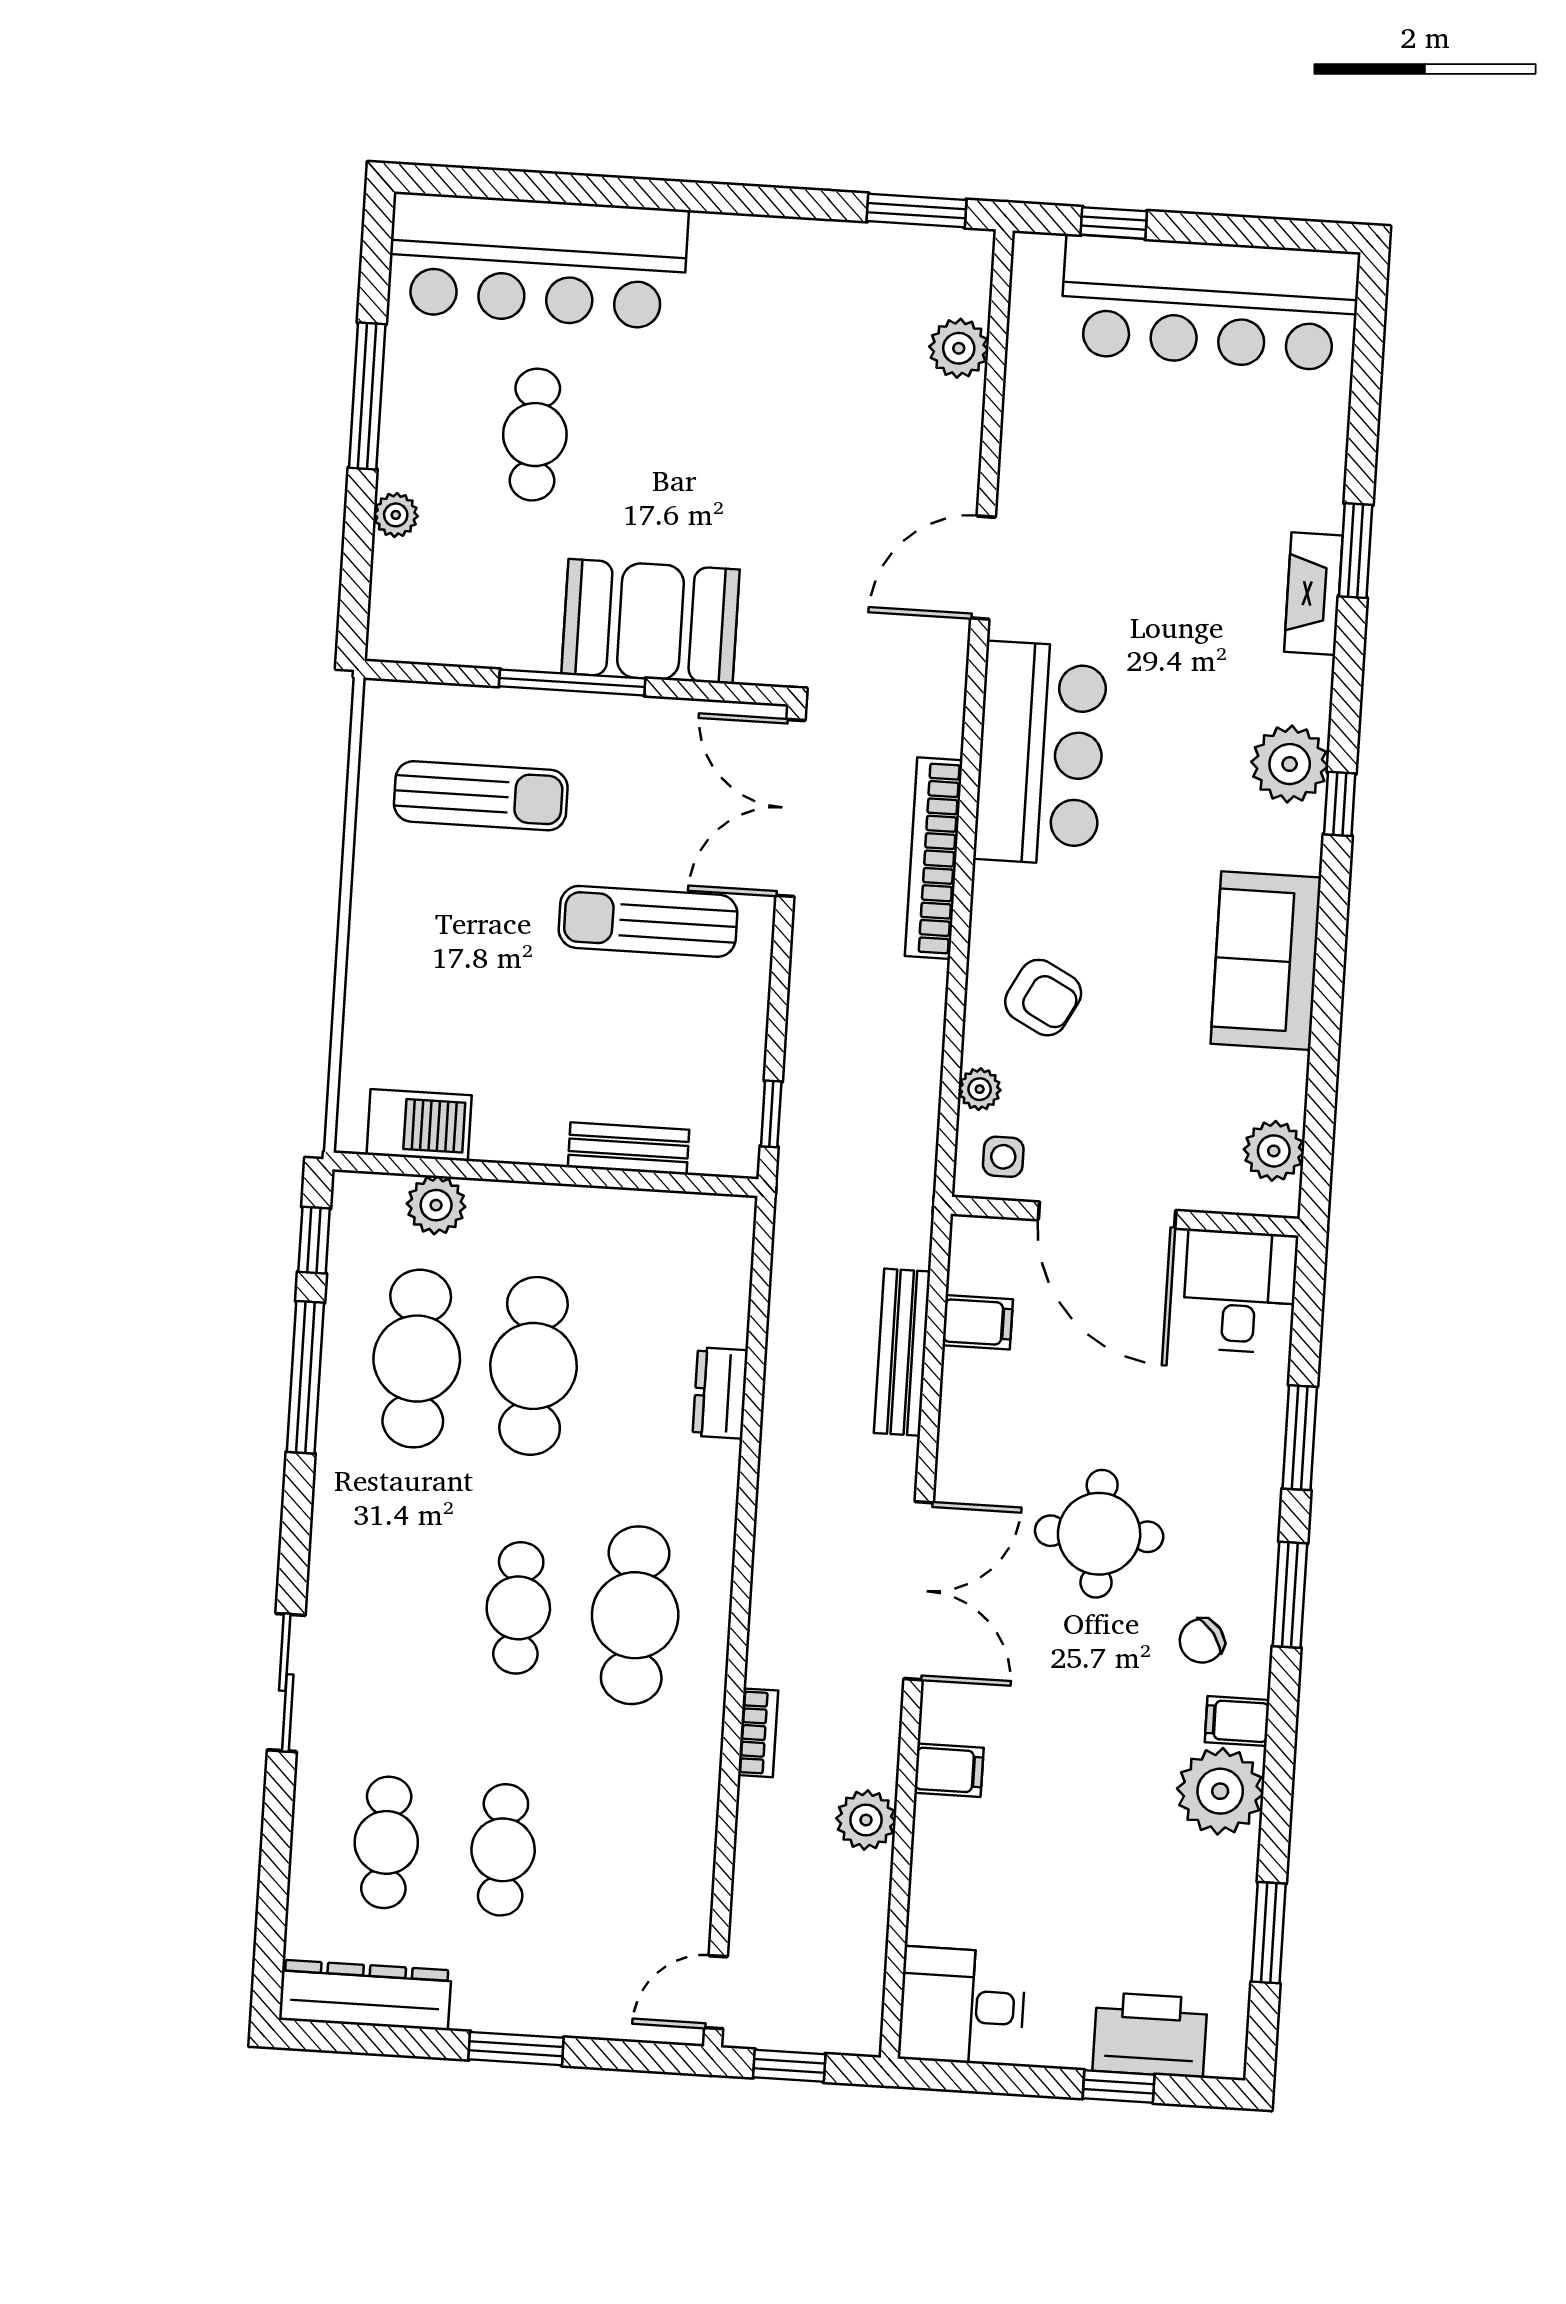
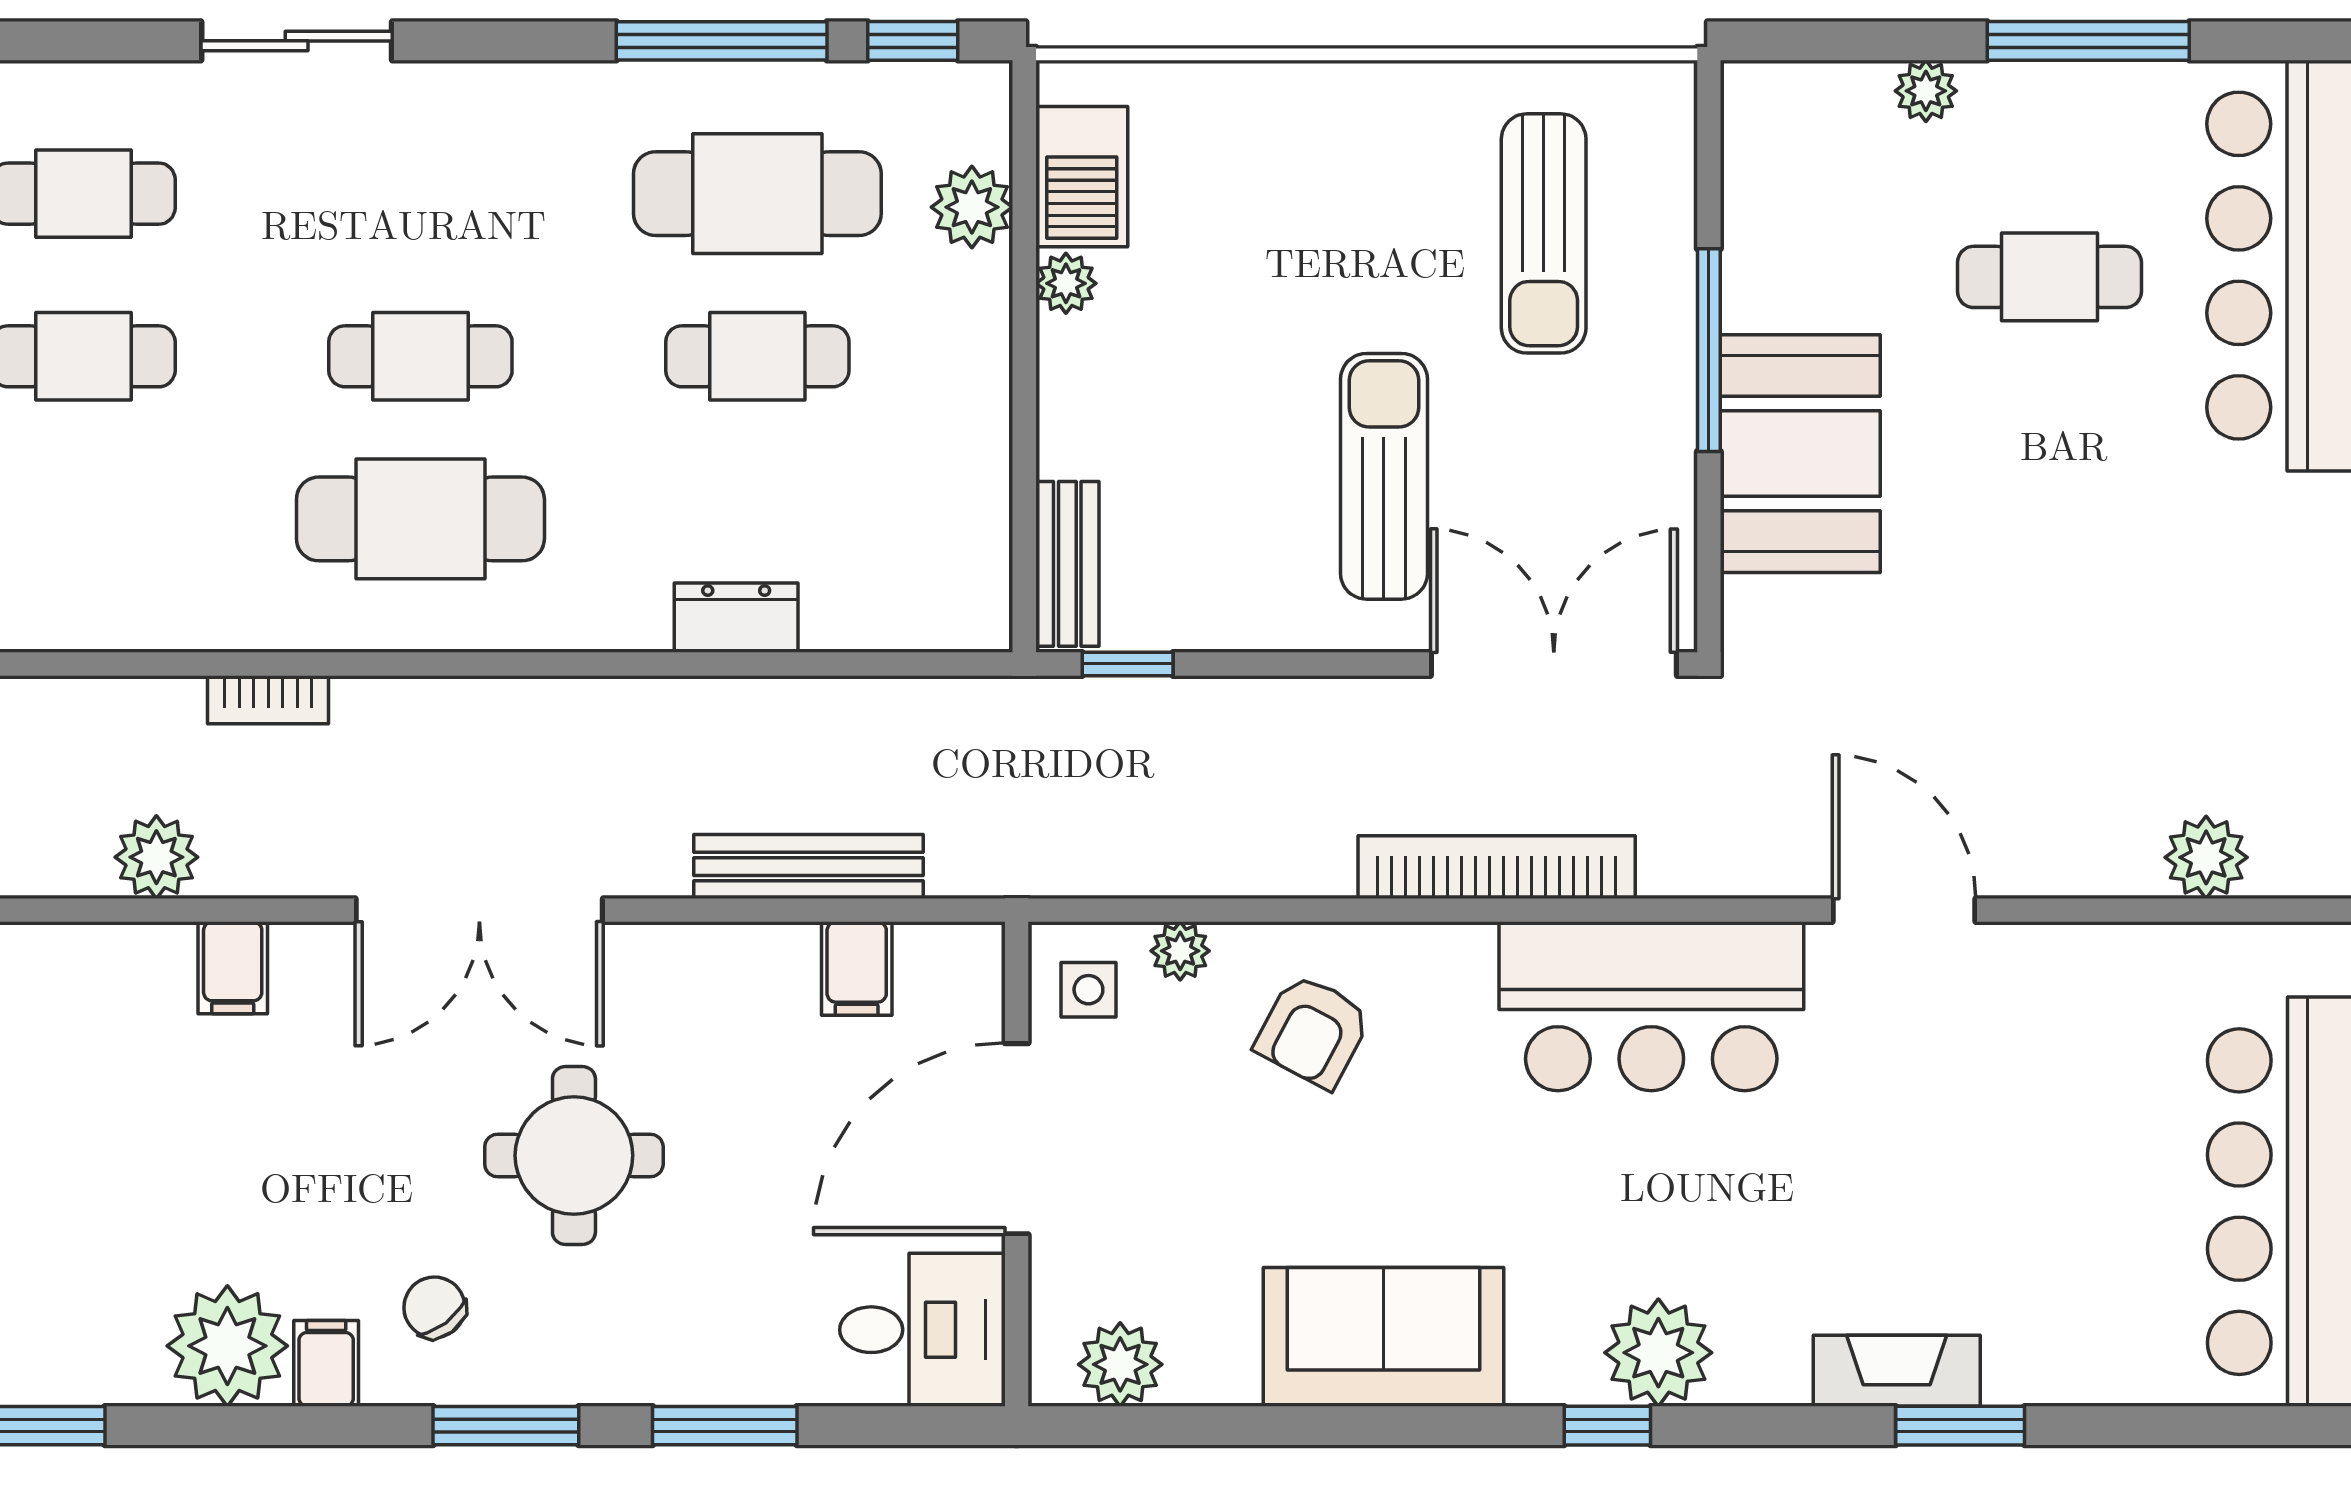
plant: (495, 1141) -> (1066, 283), added
bench: (629, 1148) -> (1067, 564), moved
cafe table: (534, 1366) -> (757, 356), width x0.73, depth x0.74

